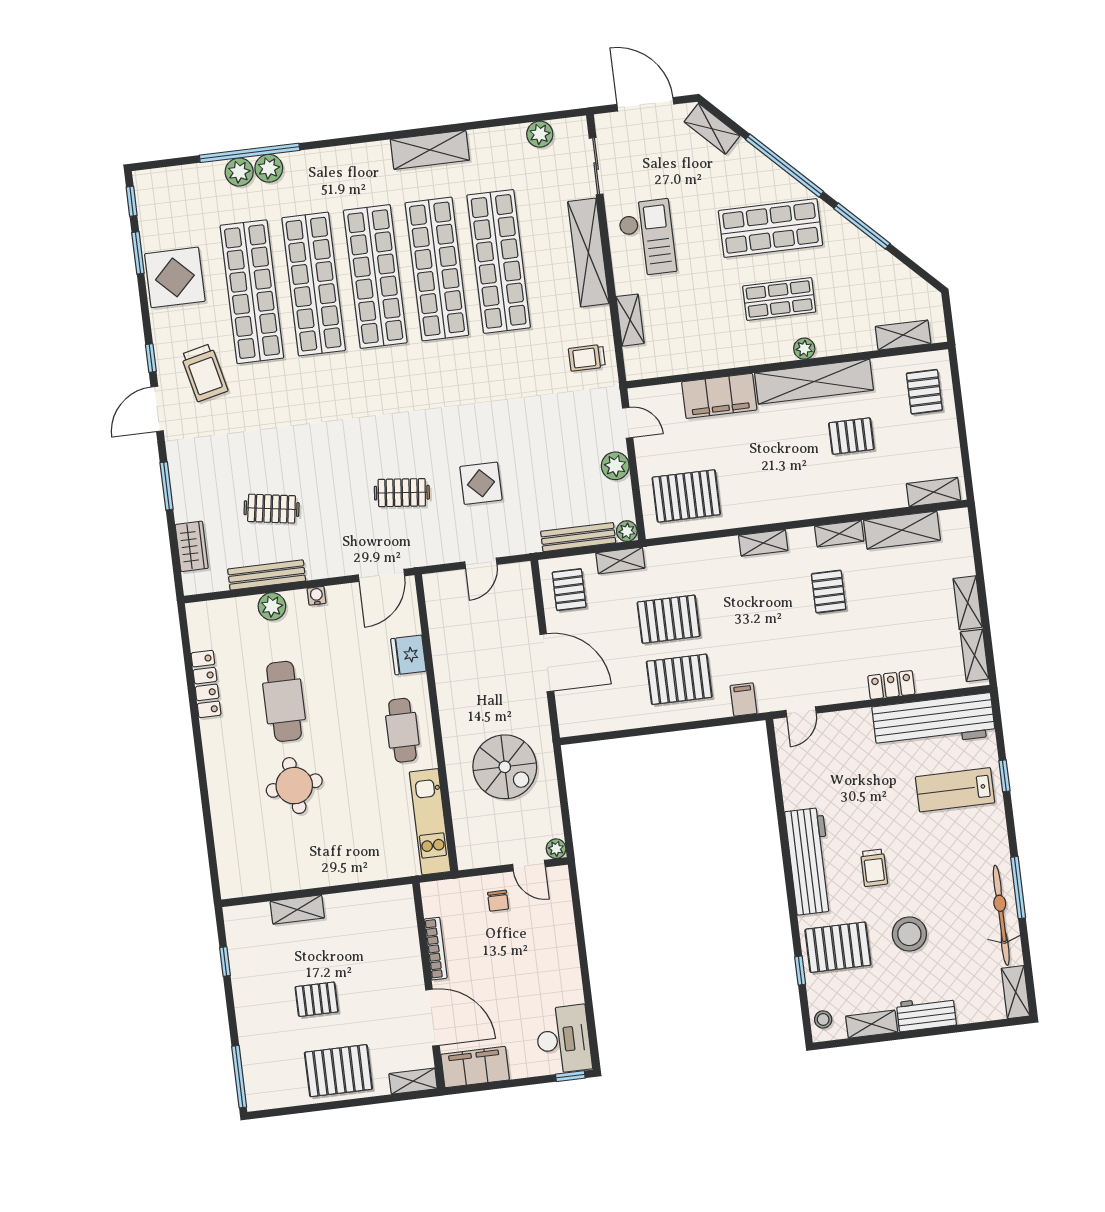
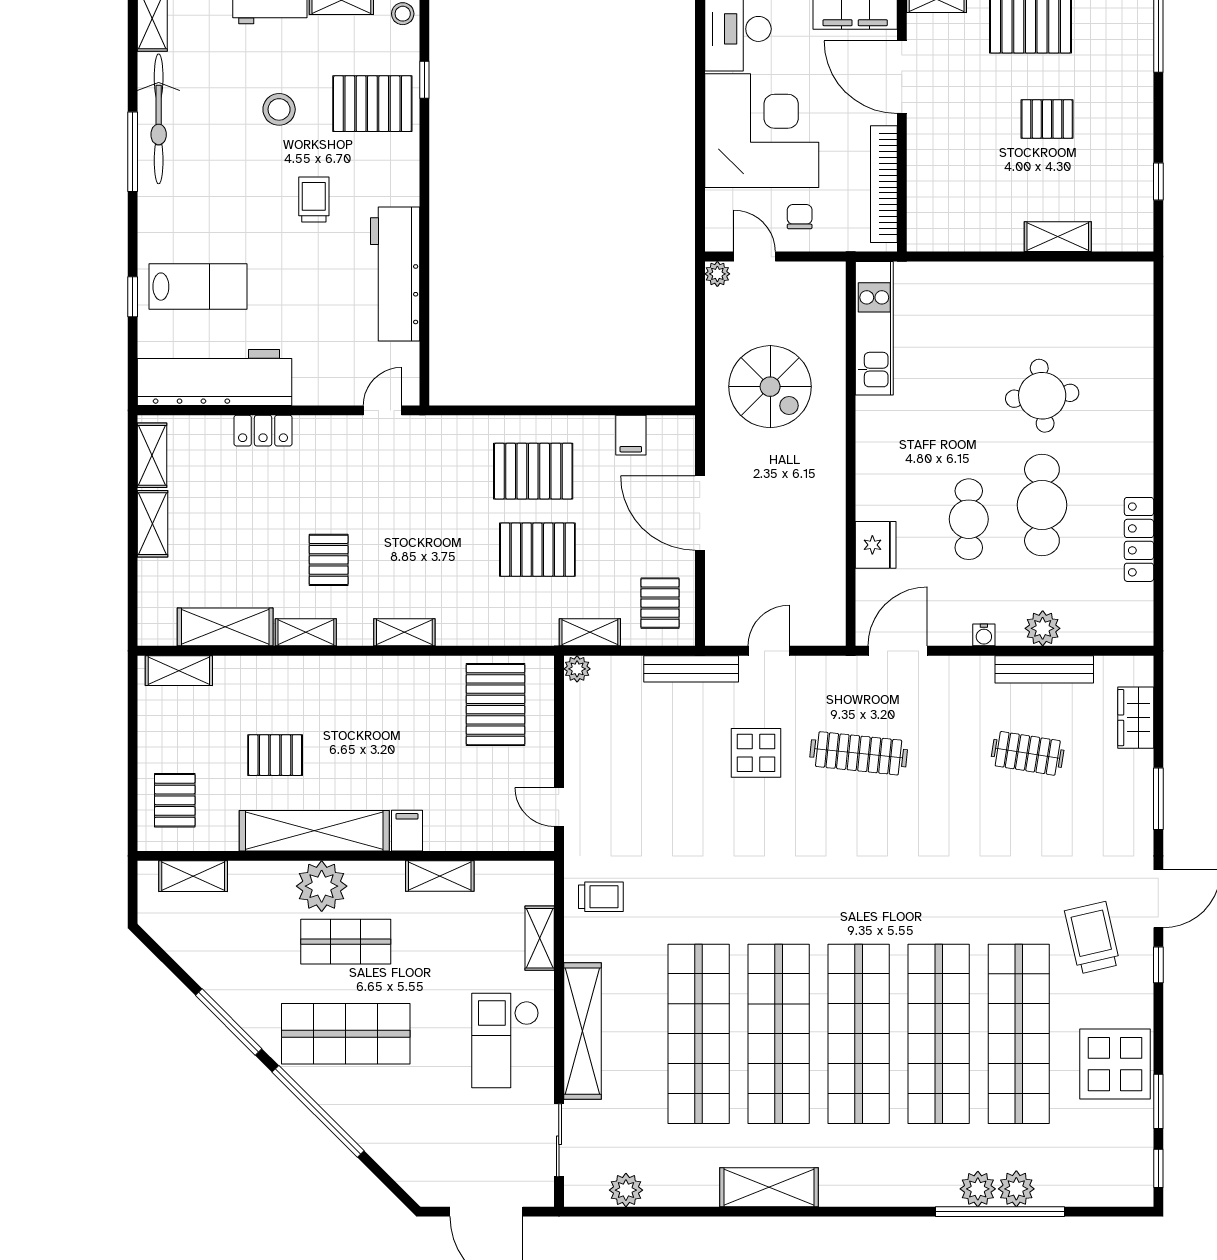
shelving: (712, 129) -> (440, 876), moved, turned -45
plant: (804, 349) -> (322, 886), width x1.88, depth x1.88
filing cabinet: (719, 396) -> (407, 831), width x0.33, depth x0.86
plant: (615, 466) -> (582, 754), removed
clothes rail: (402, 493) -> (859, 753), width x1.36
pallet: (686, 496) -> (496, 705), turned 90
bench: (578, 537) -> (691, 669), moved
filing cabinet: (744, 700) -> (631, 435), moved
cafe table: (402, 730) -> (969, 519), moved
spiral stairs: (505, 767) -> (770, 387), turned 180
workbench: (810, 861) -> (395, 274), moved
stool: (909, 934) -> (279, 109), width x0.73, depth x0.73
bookcase: (436, 949) -> (884, 184), width x1.48, depth x1.31
corner desk: (535, 963) -> (762, 131), added

